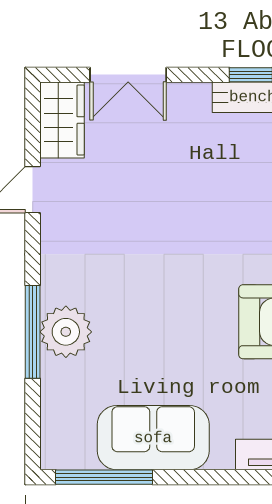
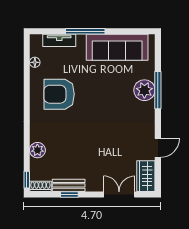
sofa: (153, 438) -> (117, 47), width x1.36
window: (104, 477) -> (85, 31), moved

